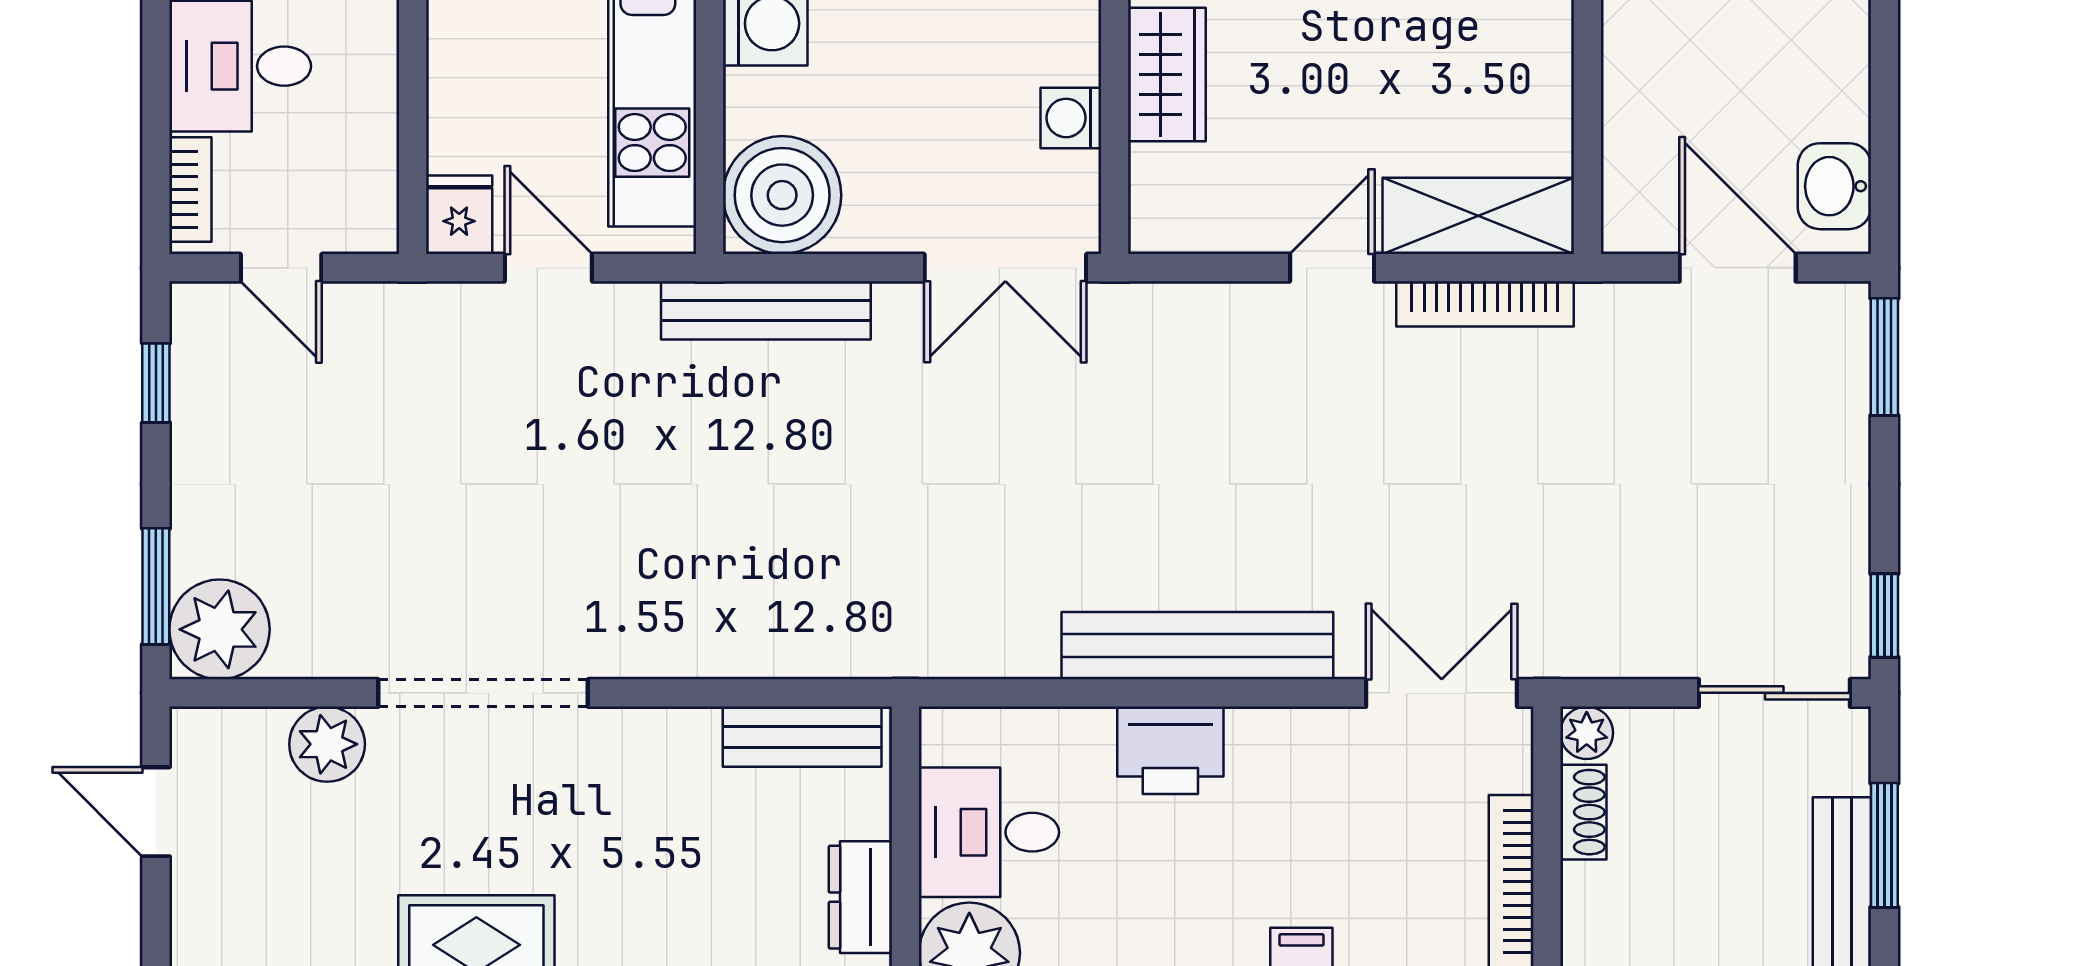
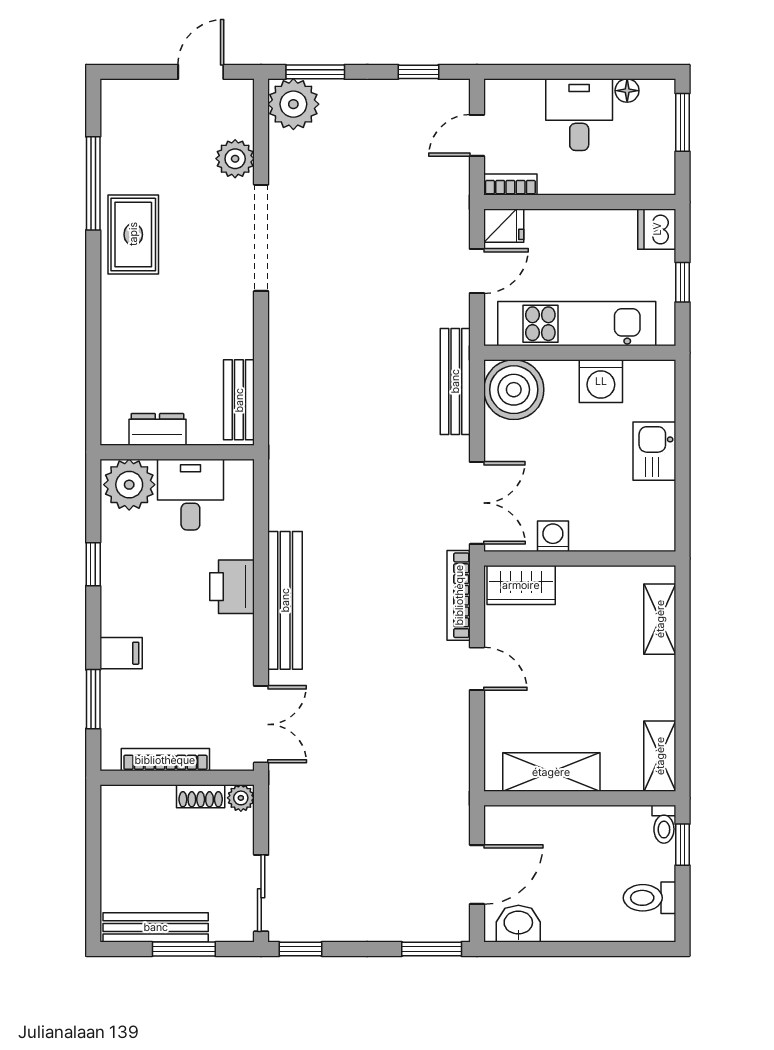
wardrobe: (1167, 75) -> (521, 585), moved
bookcase: (190, 190) -> (510, 185), moved, turned 180
shelving: (1478, 216) -> (551, 772), moved, turned 90
double door: (1005, 268) -> (477, 503), swing flipped
bookcase: (1485, 304) -> (459, 595), moved

